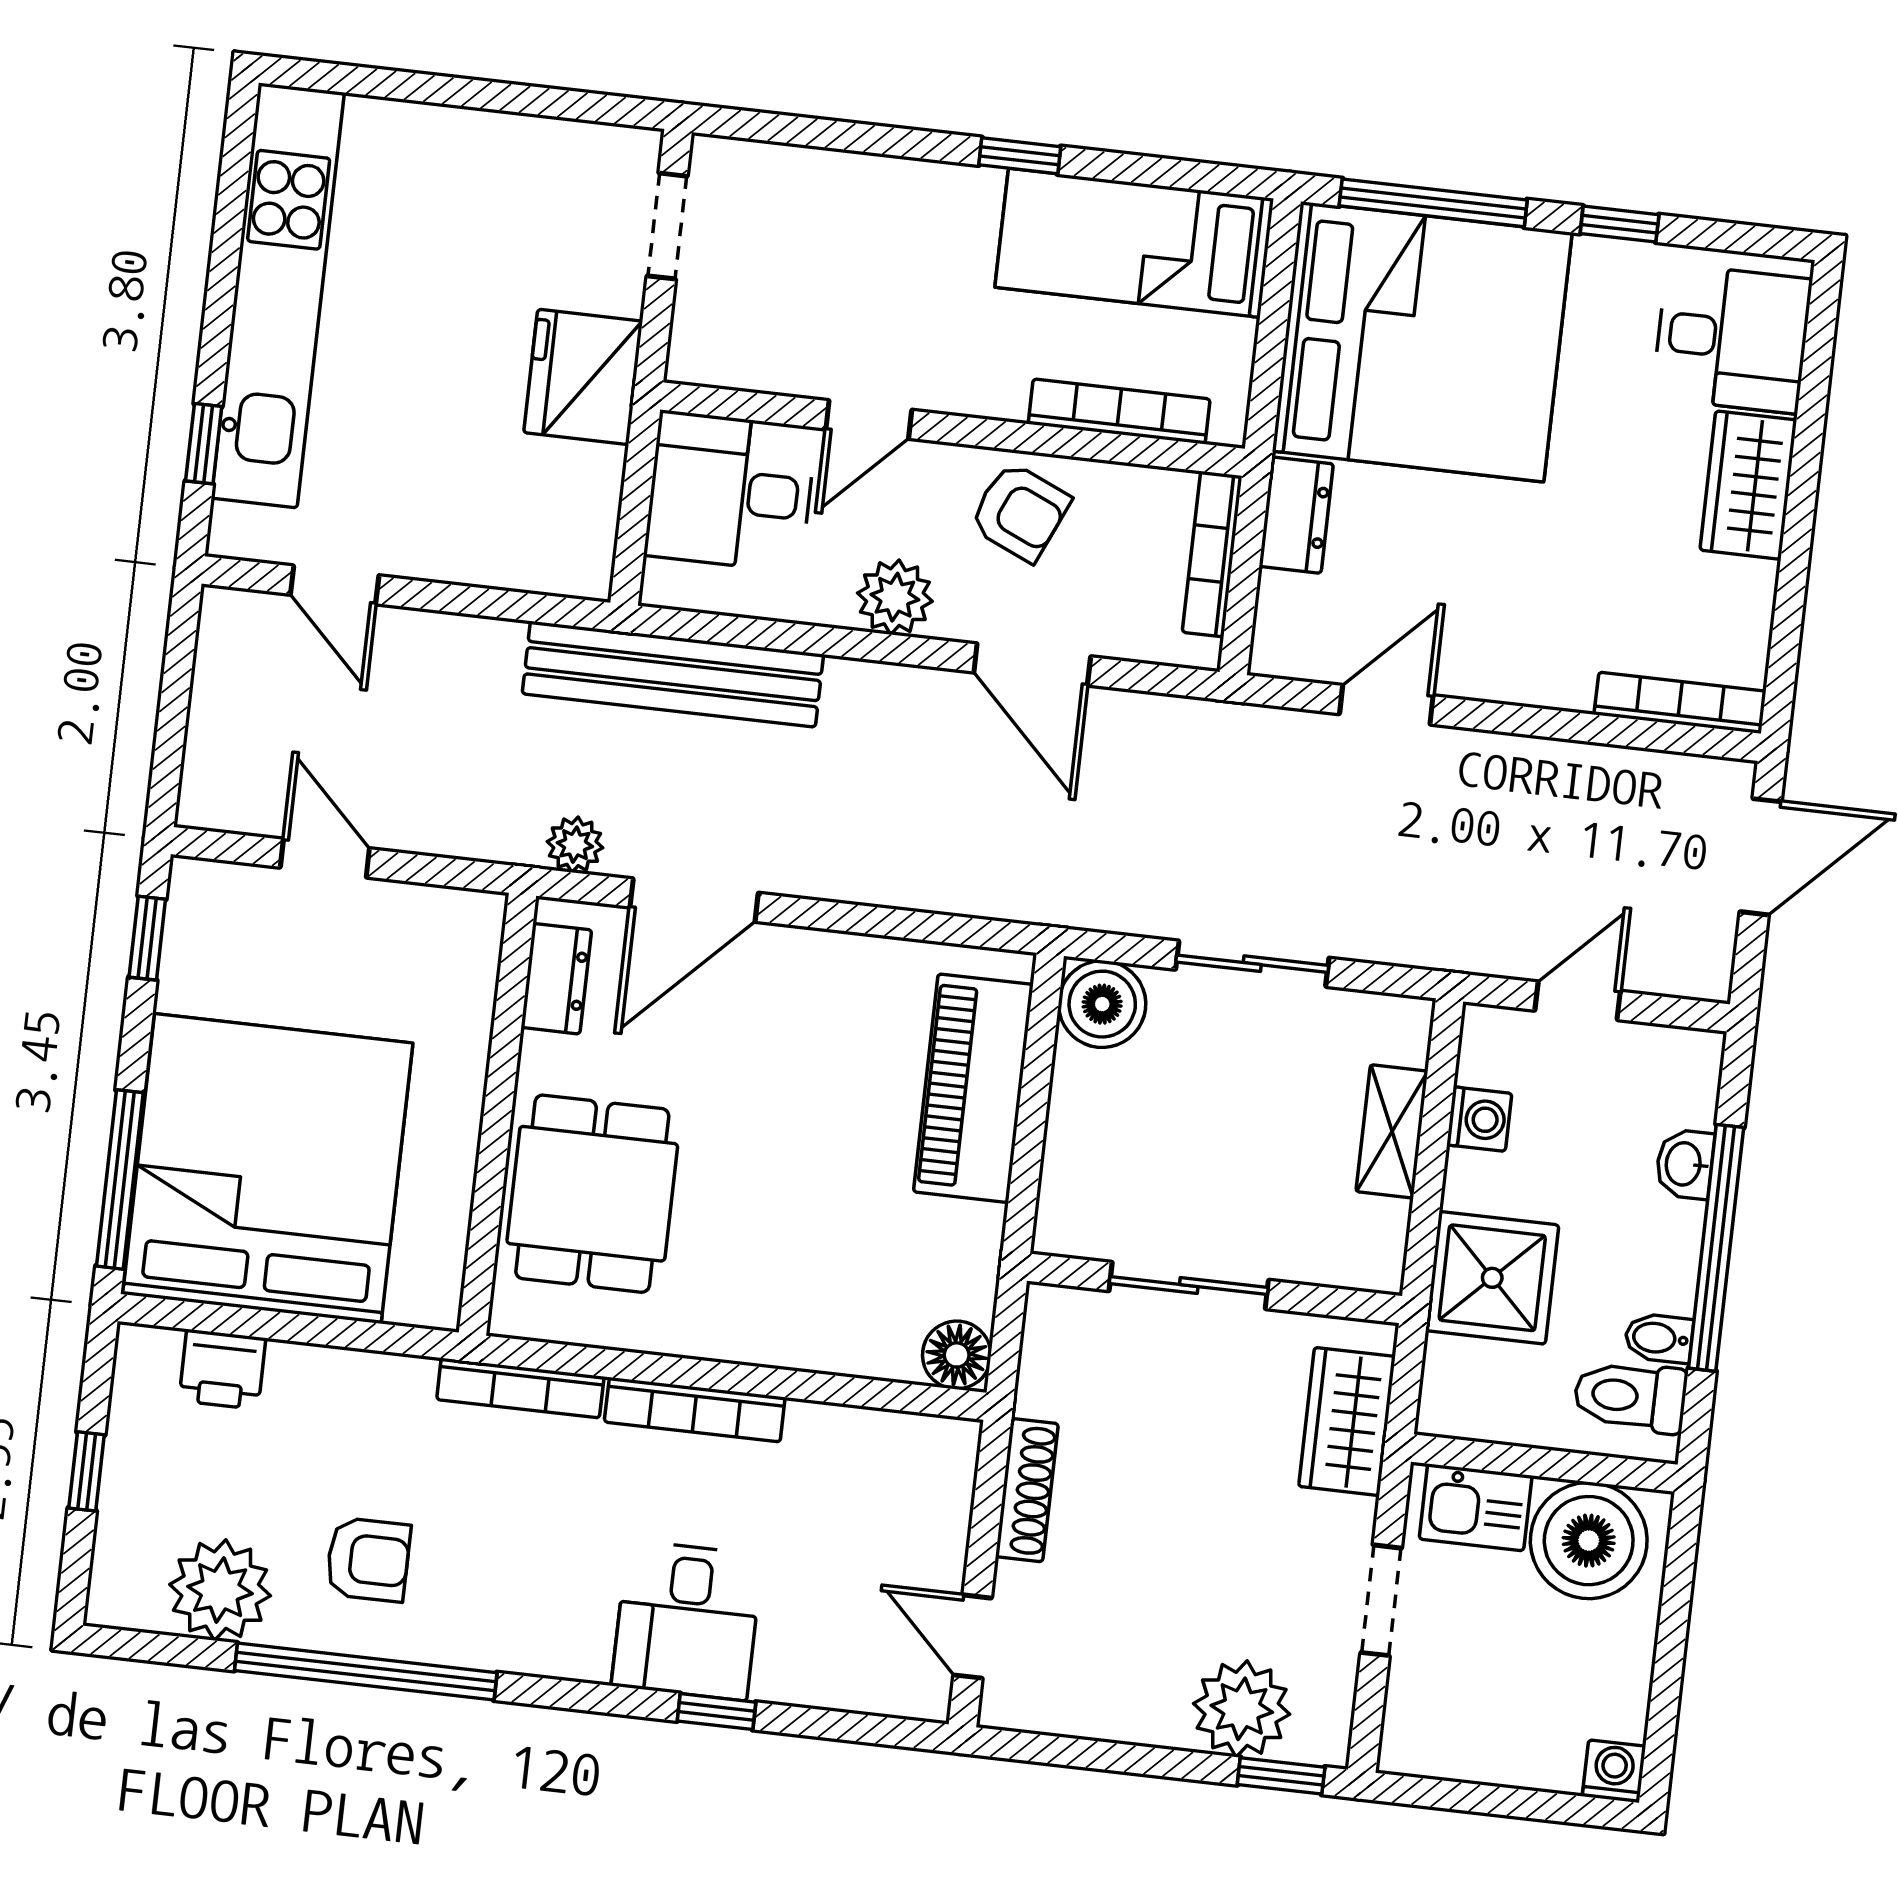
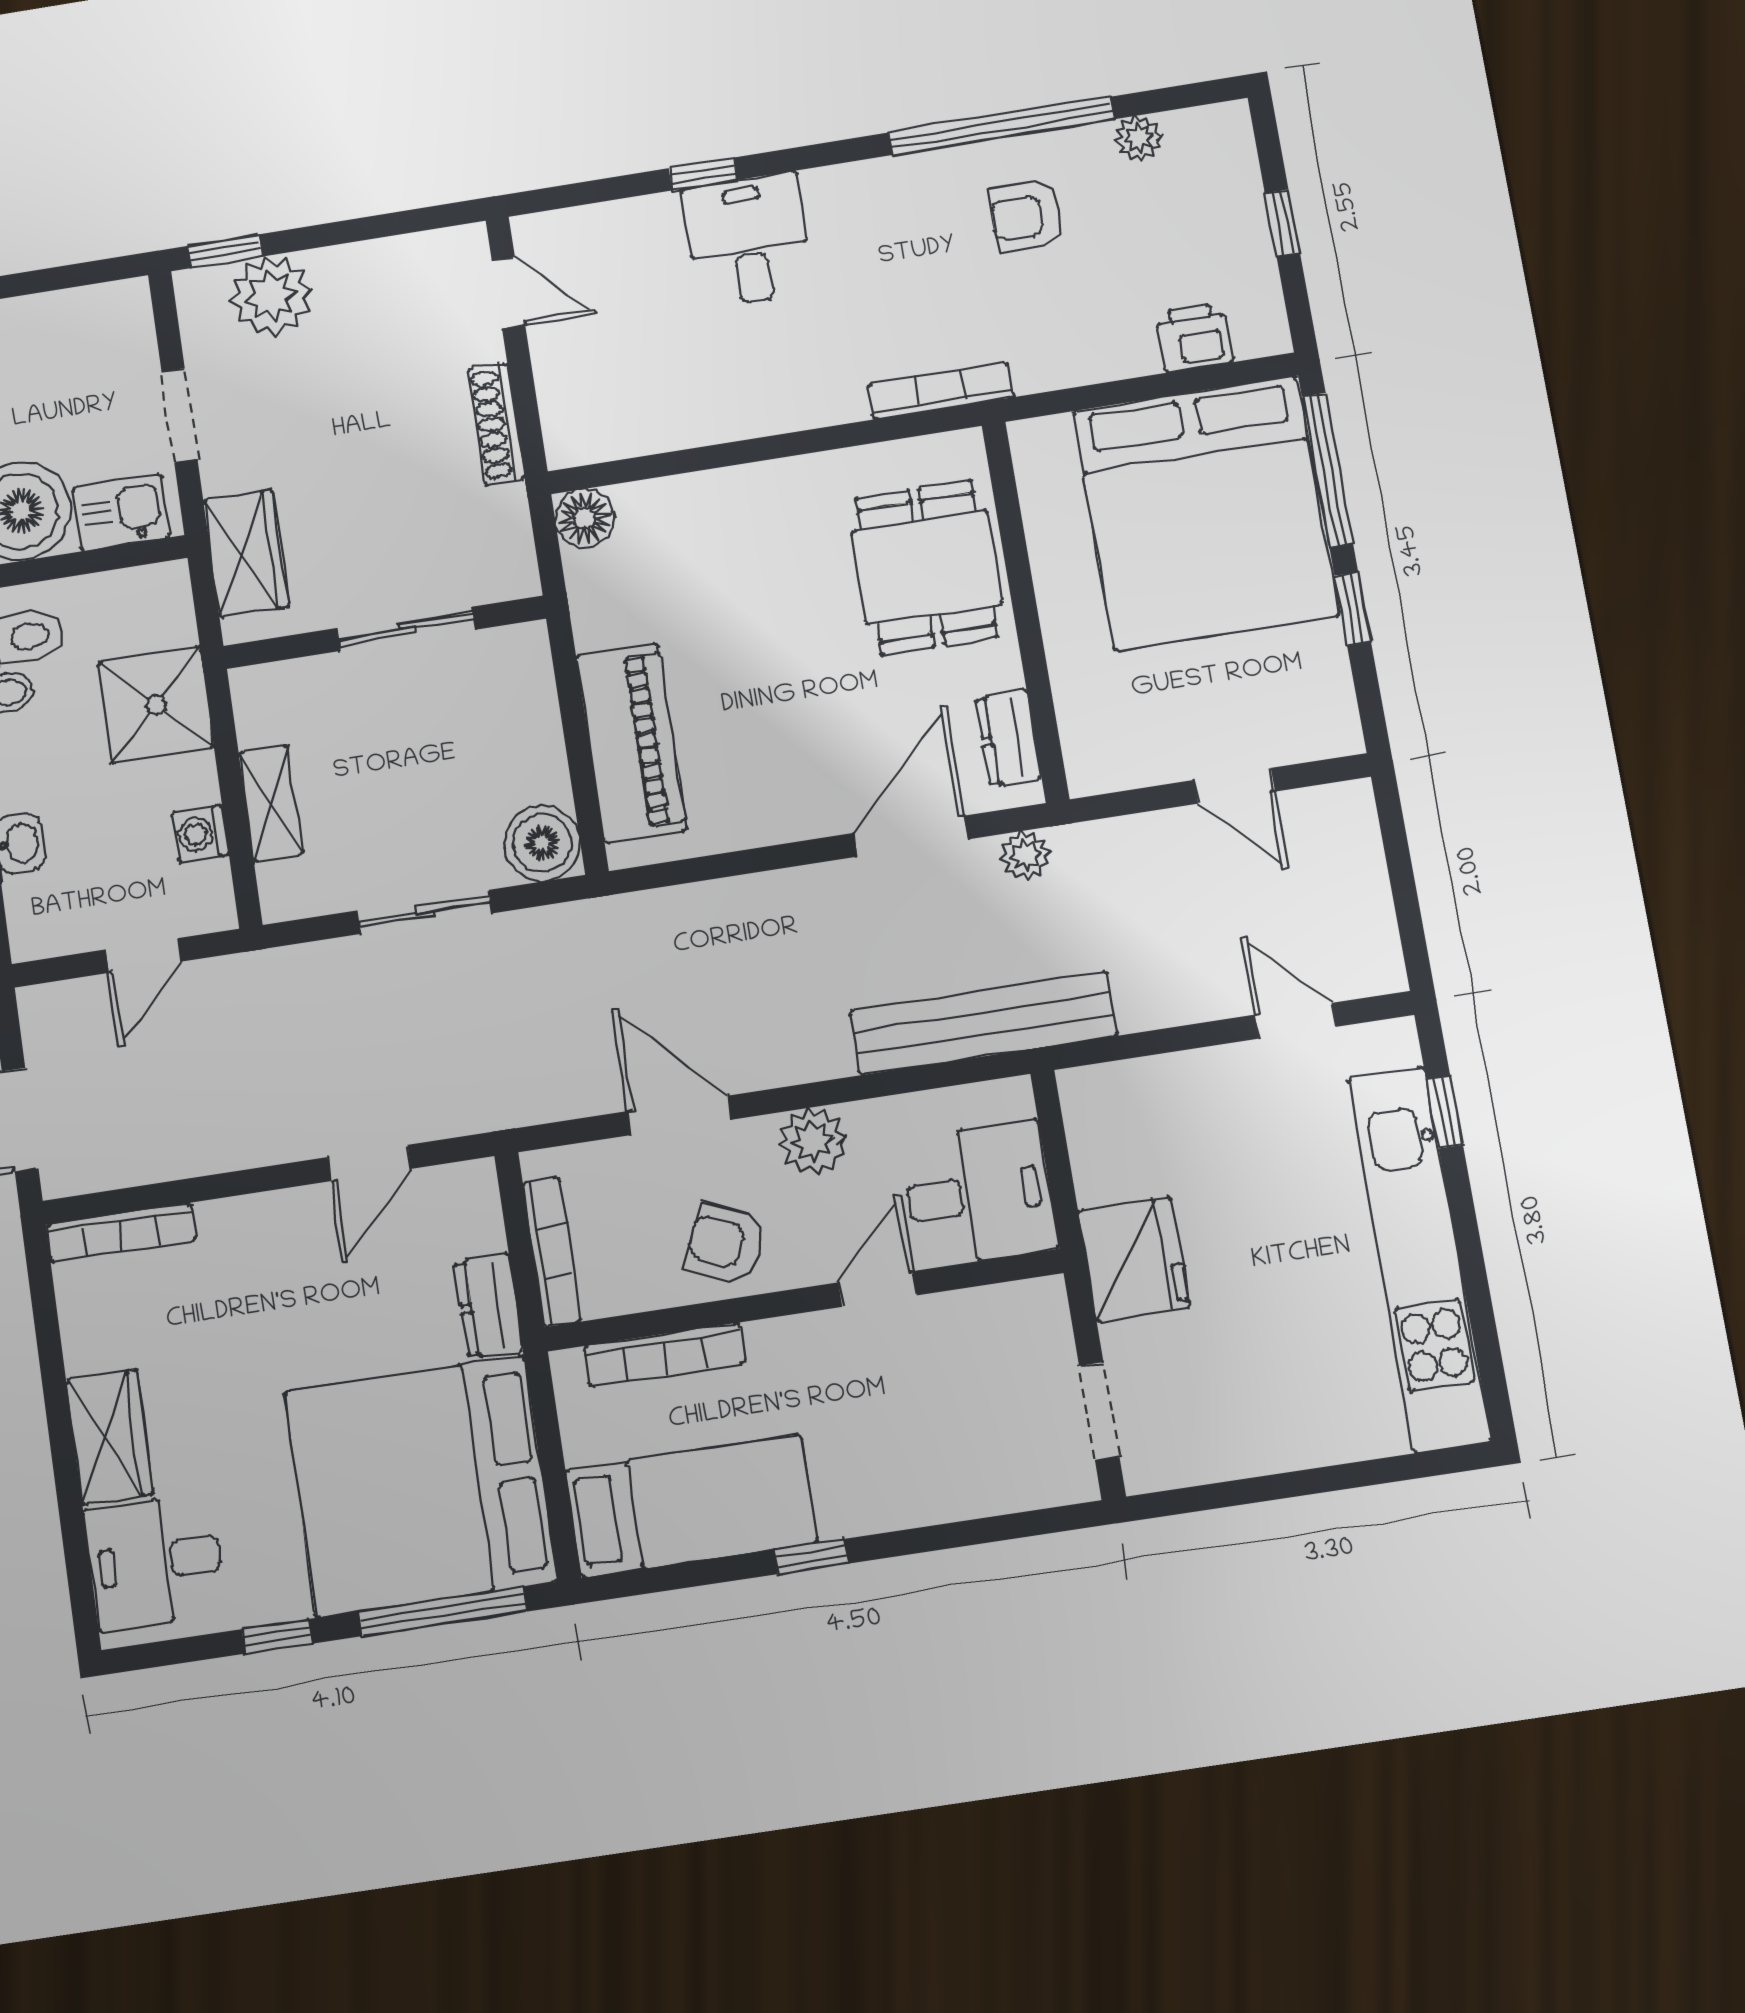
window: (147, 938) -> (1353, 609), moved
bookcase: (695, 1410) -> (790, 413), removed
plant: (220, 1590) -> (1139, 138), width x0.53, depth x0.53

